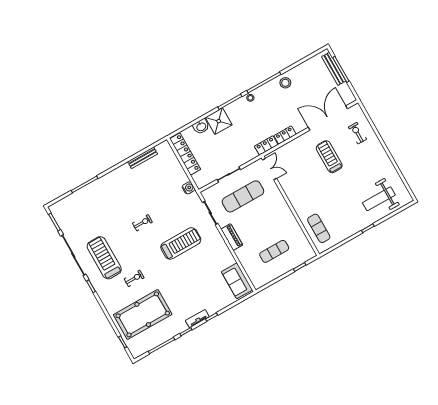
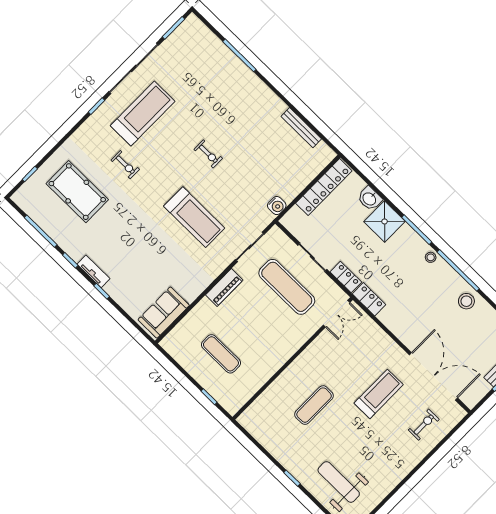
locker: (285, 135) -> (346, 277), moved
exercise mat: (319, 228) -> (314, 405), moved
pool table: (143, 314) -> (77, 192), width x0.73, depth x0.76

